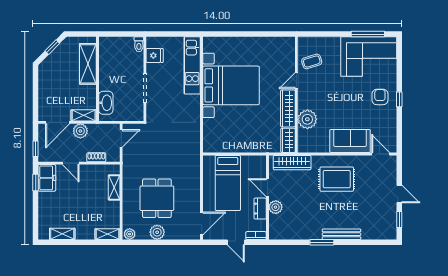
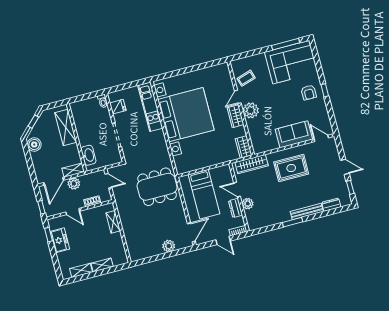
boiler: (46, 74) -> (34, 145), added
bed with nightstands: (231, 85) -> (186, 115), width x1.36
armchair: (380, 97) -> (309, 92), turned 180
wardrobe: (288, 108) -> (235, 116), width x0.67
plant: (307, 119) -> (251, 110), moved
door: (121, 138) -> (108, 181), hinge flipped
freezer: (47, 178) -> (60, 240), moved
dining table: (157, 198) -> (157, 187), moved, width x1.38
plant: (157, 232) -> (169, 246), moved
shelving: (108, 234) -> (102, 265), moved
plant: (130, 234) -> (135, 256), removed
dresser: (372, 234) -> (331, 205), added

